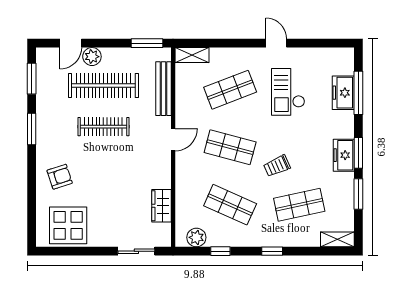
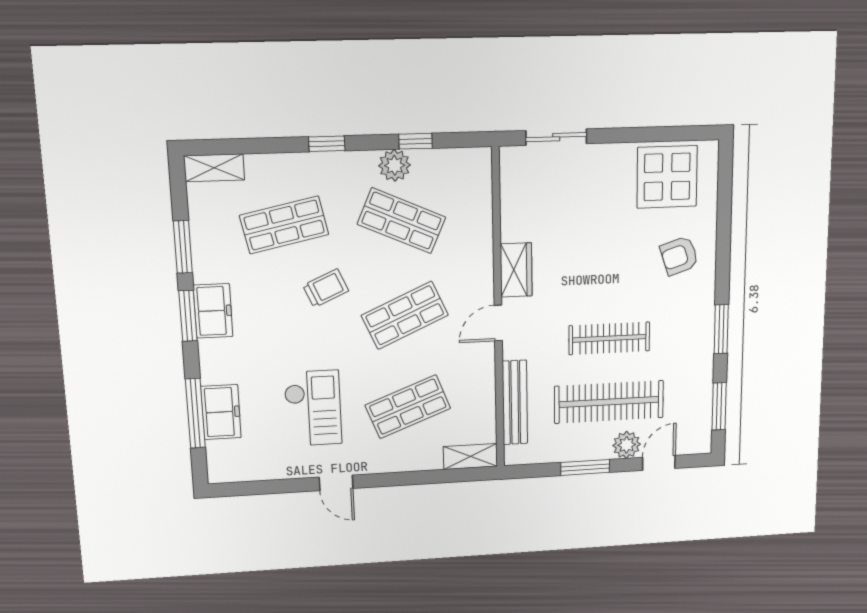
window: (147, 43) -> (585, 467), moved
shop shelf: (230, 147) -> (405, 315), turned -39
wardrobe: (161, 206) -> (516, 270), moved
plant: (196, 237) -> (395, 165), moved

